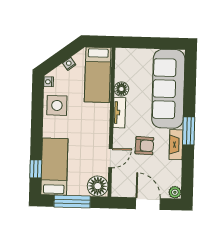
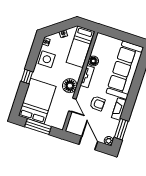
window: (189, 131) -> (121, 129), moved
door: (110, 158) -> (72, 105), hinge flipped
bed: (54, 167) -> (37, 101), width x1.50
window: (36, 169) -> (27, 77), moved
floor lamp: (98, 186) -> (70, 86), moved

